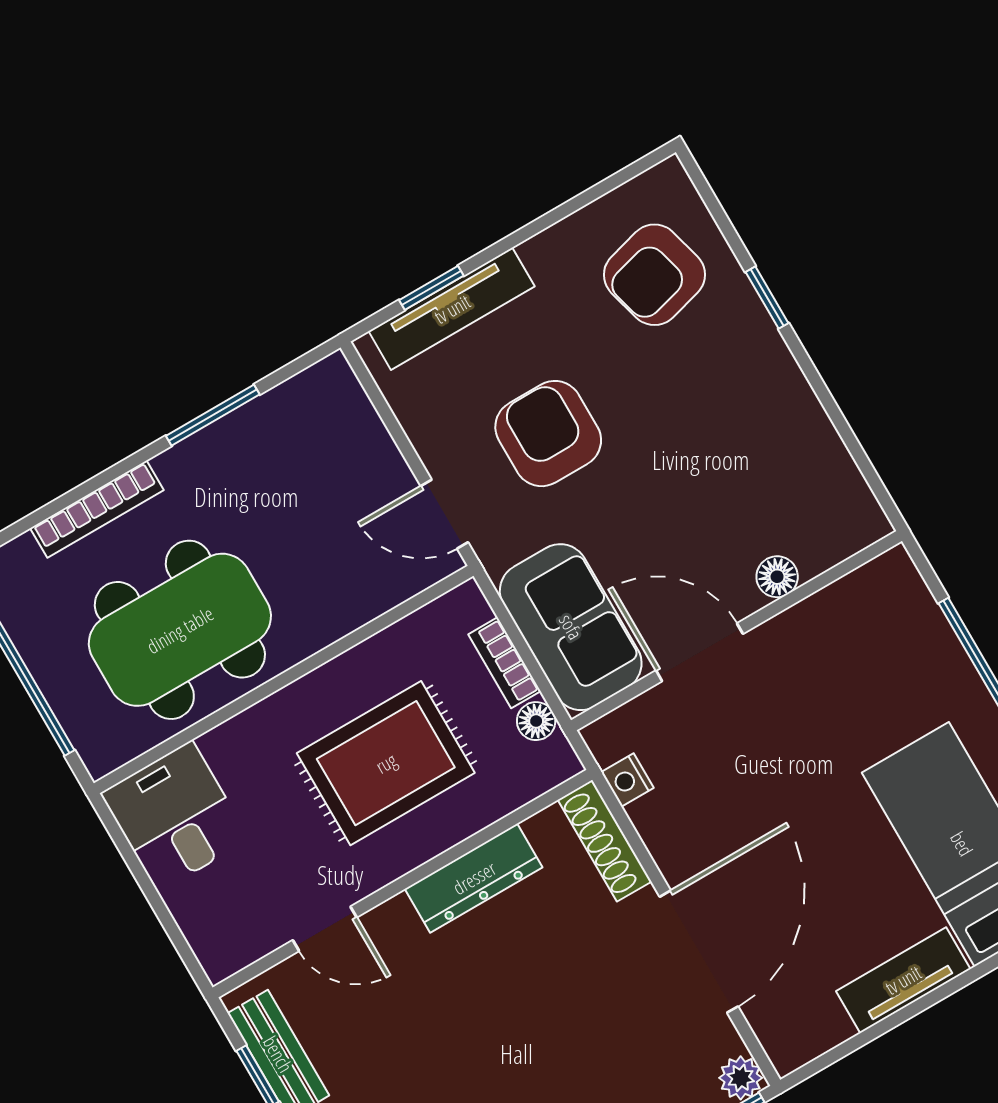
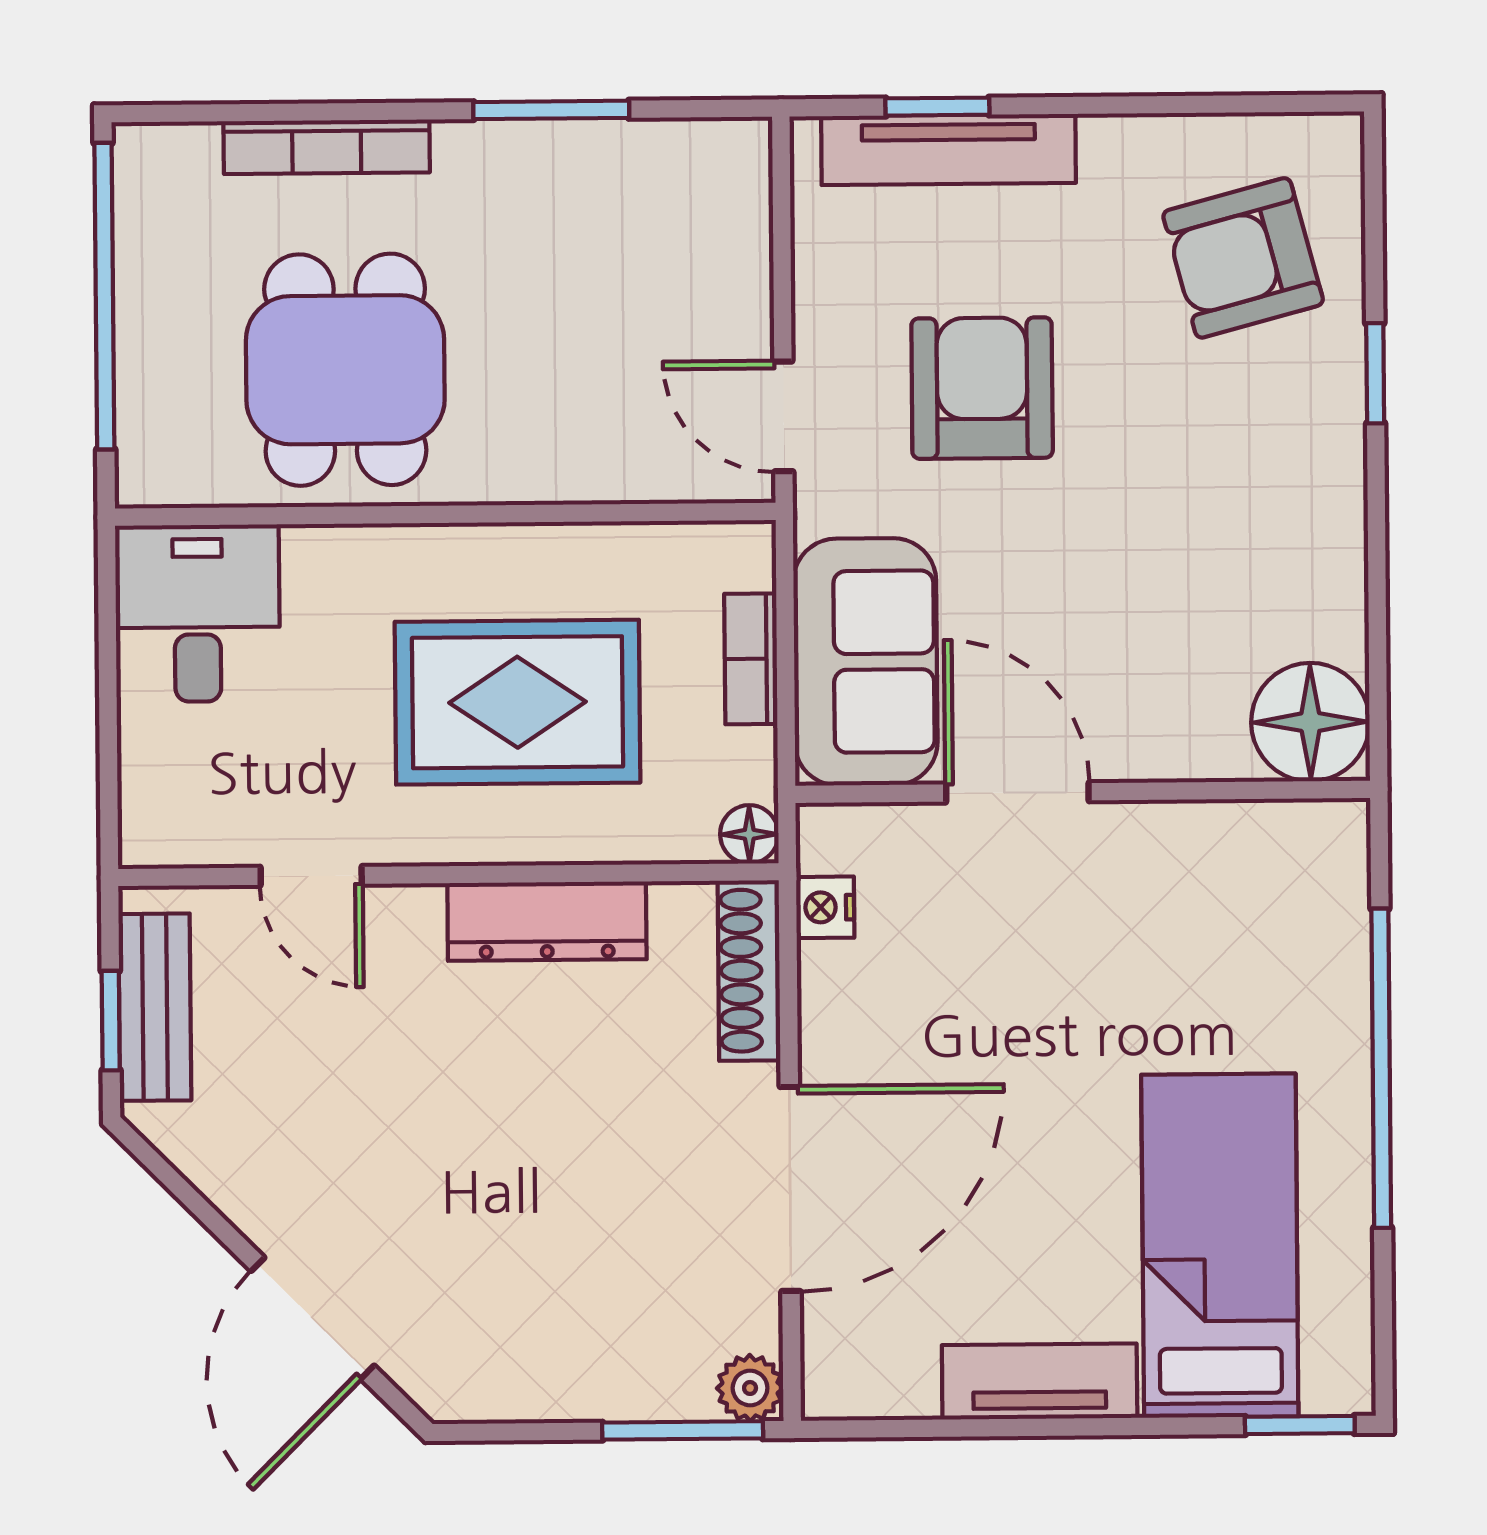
floor lamp: (777, 577) -> (1310, 722), moved, width x1.89, depth x1.89
dining table: (180, 630) -> (345, 370), width x0.73
floor lamp: (536, 721) -> (749, 834), moved

